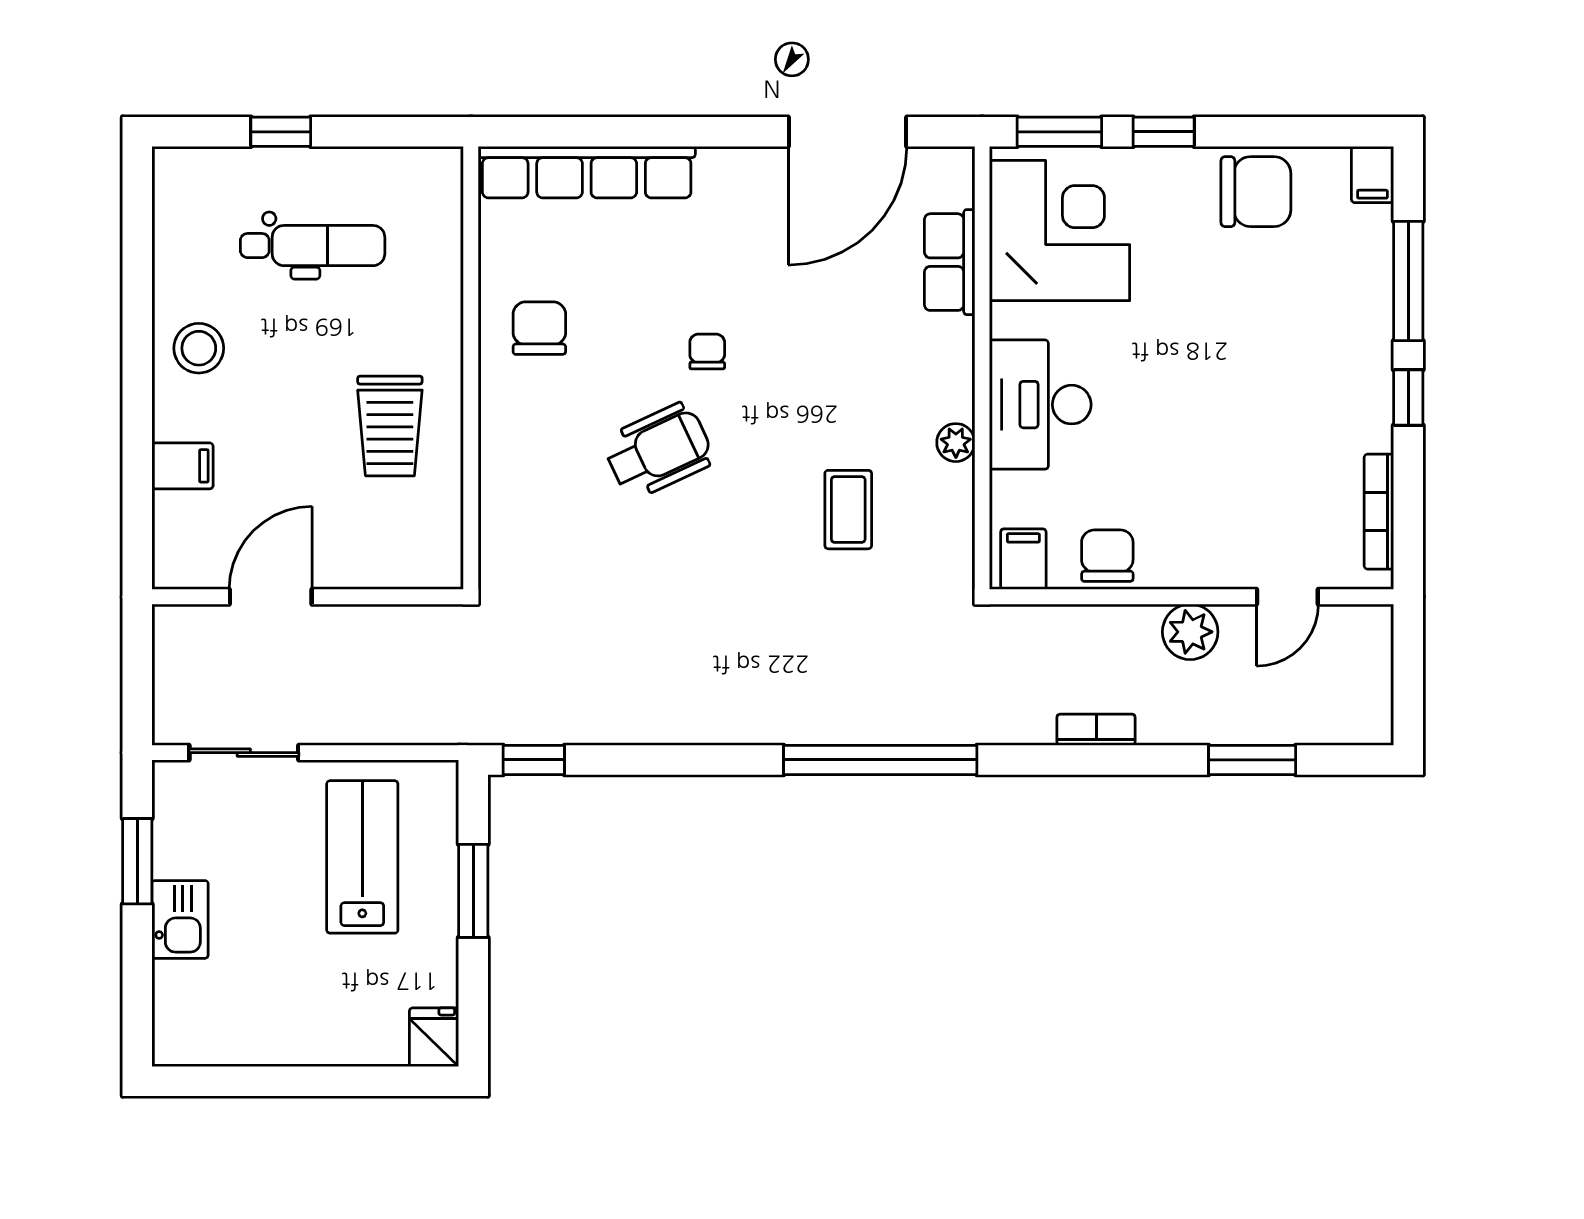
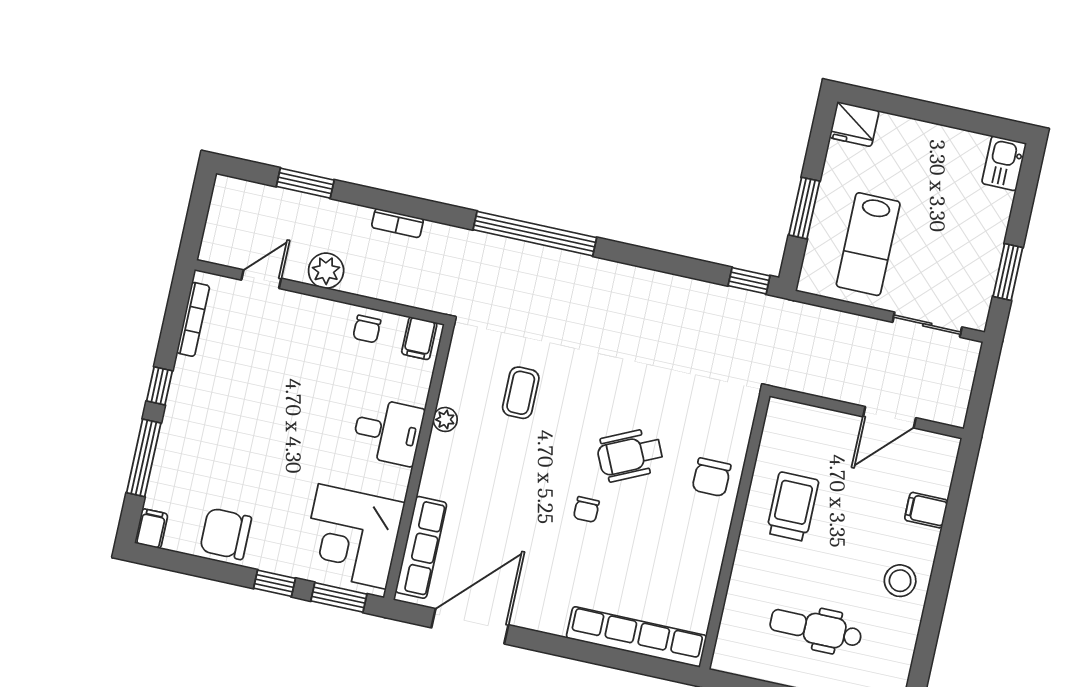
row of seats: (950, 262) -> (421, 547), width x1.48
chair: (539, 328) -> (712, 477), moved
desk: (1040, 405) -> (388, 432), width x0.73
chair: (1107, 556) -> (367, 329), width x0.73, depth x0.73
kitchen sink: (180, 919) -> (1004, 163), moved
fridge: (434, 1037) -> (854, 124), width x1.38

